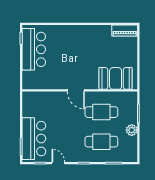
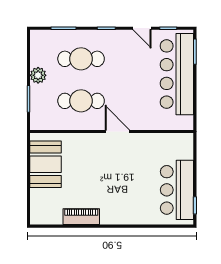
piano: (125, 31) -> (81, 217), moved
booth: (116, 78) -> (46, 164), moved, turned 90
bar counter: (34, 139) -> (177, 74), width x1.36

